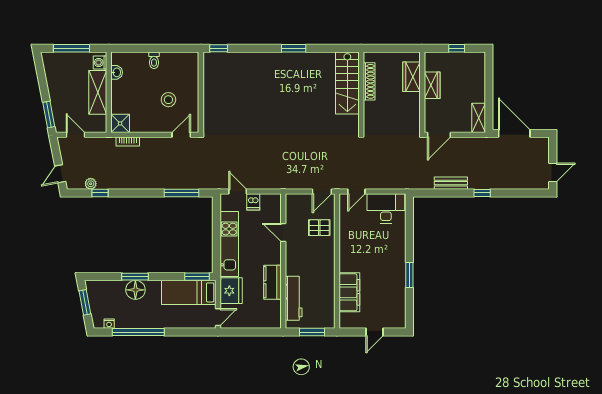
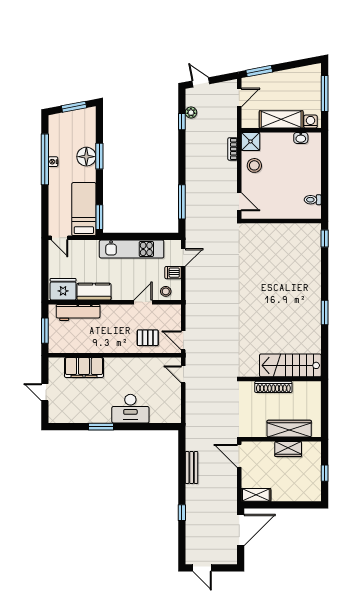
toilet: (154, 60) -> (313, 200), moved
wardrobe: (411, 77) -> (289, 429), width x1.50
shoe rack: (369, 81) -> (273, 387), moved
stool: (168, 100) -> (254, 165), moved
window: (482, 193) -> (182, 513), moved
desk: (386, 208) -> (130, 409), moved, turned 90
stool: (272, 209) -> (166, 291), added
pallet: (319, 228) -> (148, 338), turned 90
fridge: (231, 291) -> (63, 289), moved, turned 180
nightstand: (109, 324) -> (53, 162), moved

